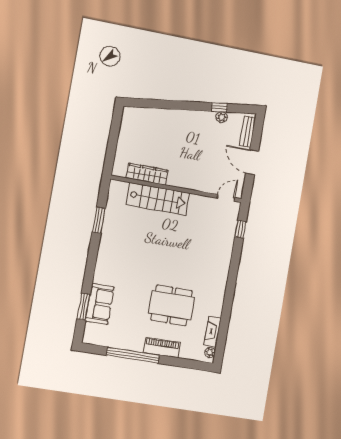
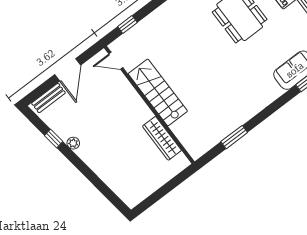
plant: (222, 117) -> (73, 143), moved
stairs: (158, 199) -> (158, 92), moved

